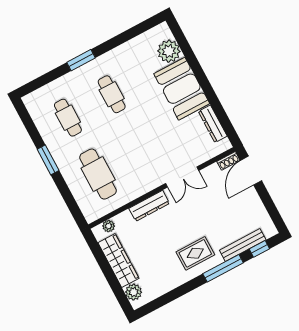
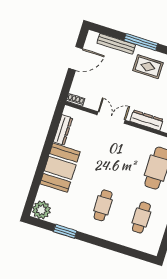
plant: (169, 51) -> (41, 210), moved
window: (81, 60) -> (65, 231), moved
door: (251, 171) -> (76, 58), moved
window: (259, 249) -> (109, 32), removed

